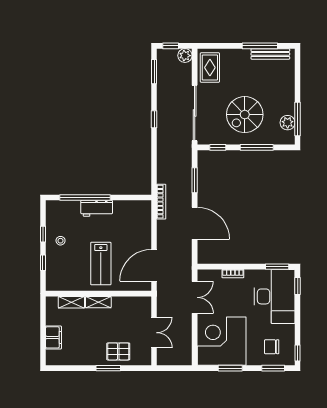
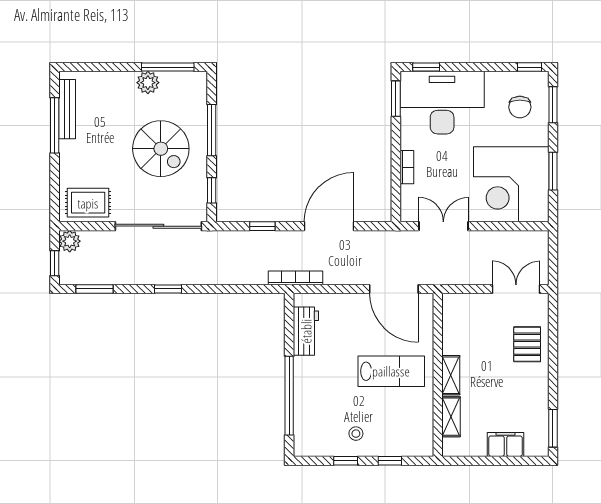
plant: (288, 123) -> (148, 83), moved
window: (195, 180) -> (262, 226), width x0.67
workbench: (97, 208) -> (306, 331), moved
double door: (154, 333) -> (516, 289), moved
window: (108, 368) -> (553, 428), moved

